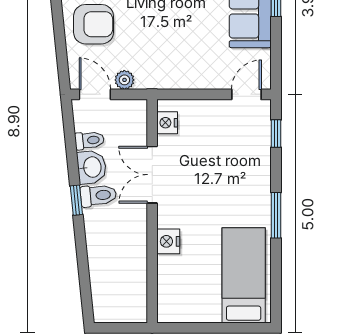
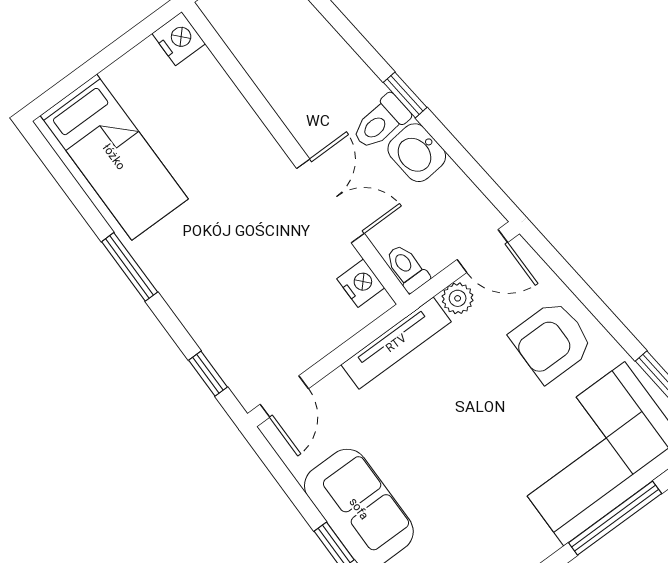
tv unit: (171, 80) -> (396, 343), added
toilet: (89, 140) -> (407, 268), moved, turned 96
nightstand: (168, 241) -> (179, 39), moved

